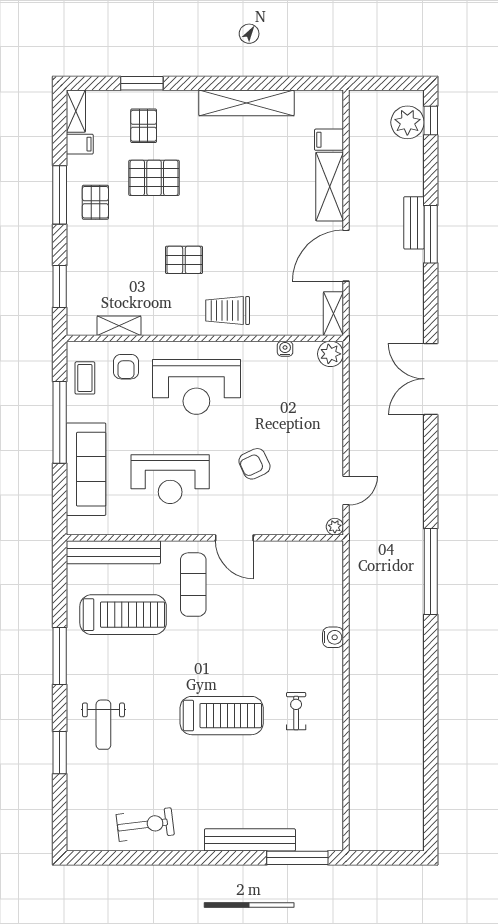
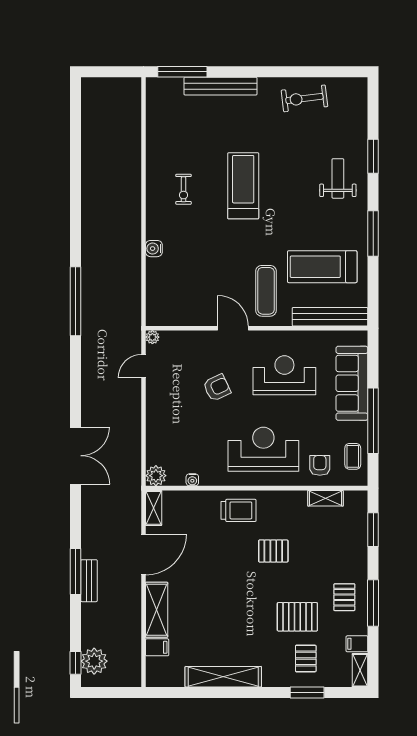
treadmill: (222, 716) -> (243, 186), turned 90

